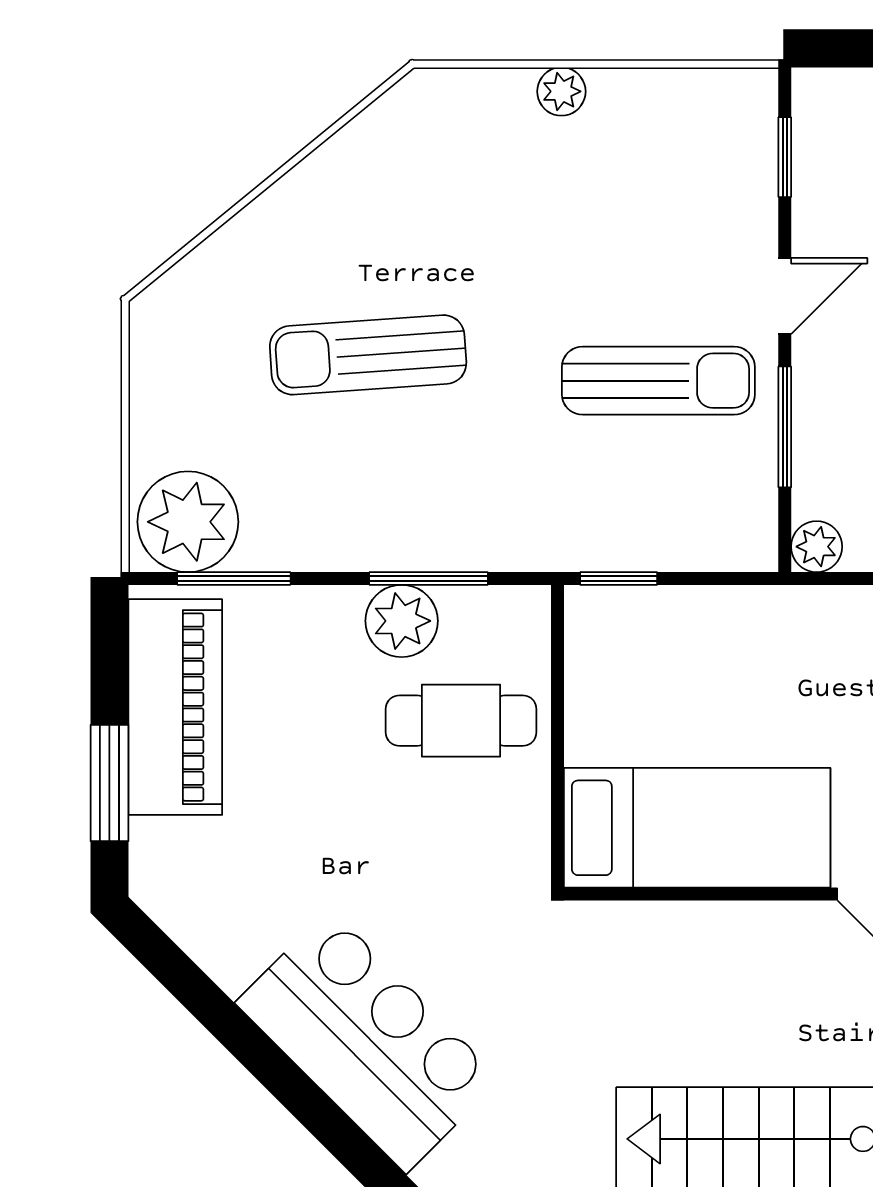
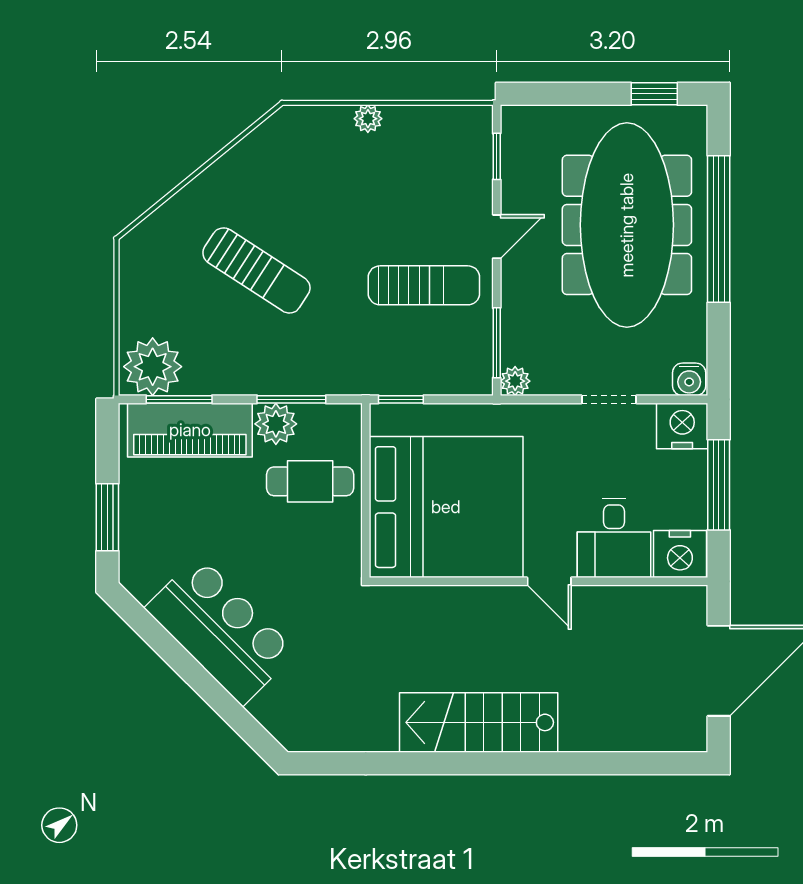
sun lounger: (368, 355) -> (256, 270), turned -143
window: (785, 427) -> (497, 343), moved
piano: (175, 707) -> (190, 430), moved, turned 90
bed: (697, 828) -> (446, 507), width x2.04
bar counter: (368, 1041) -> (220, 630), moved

